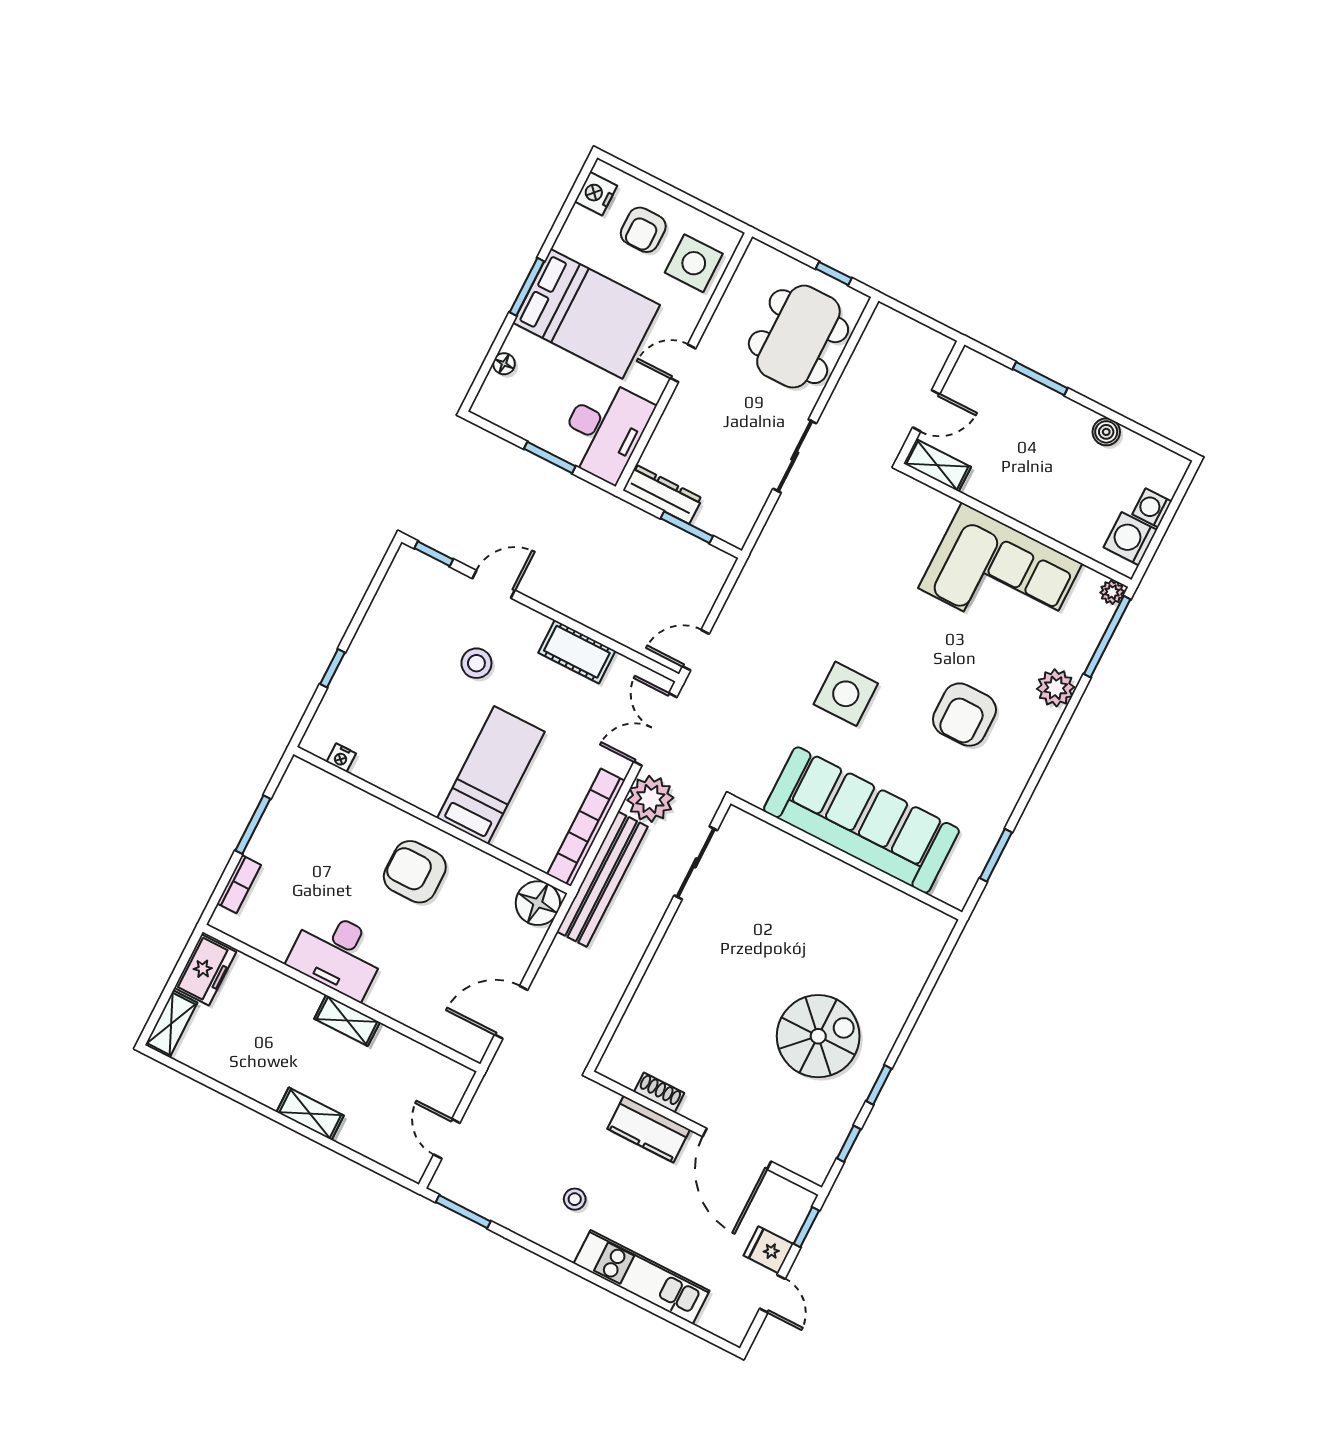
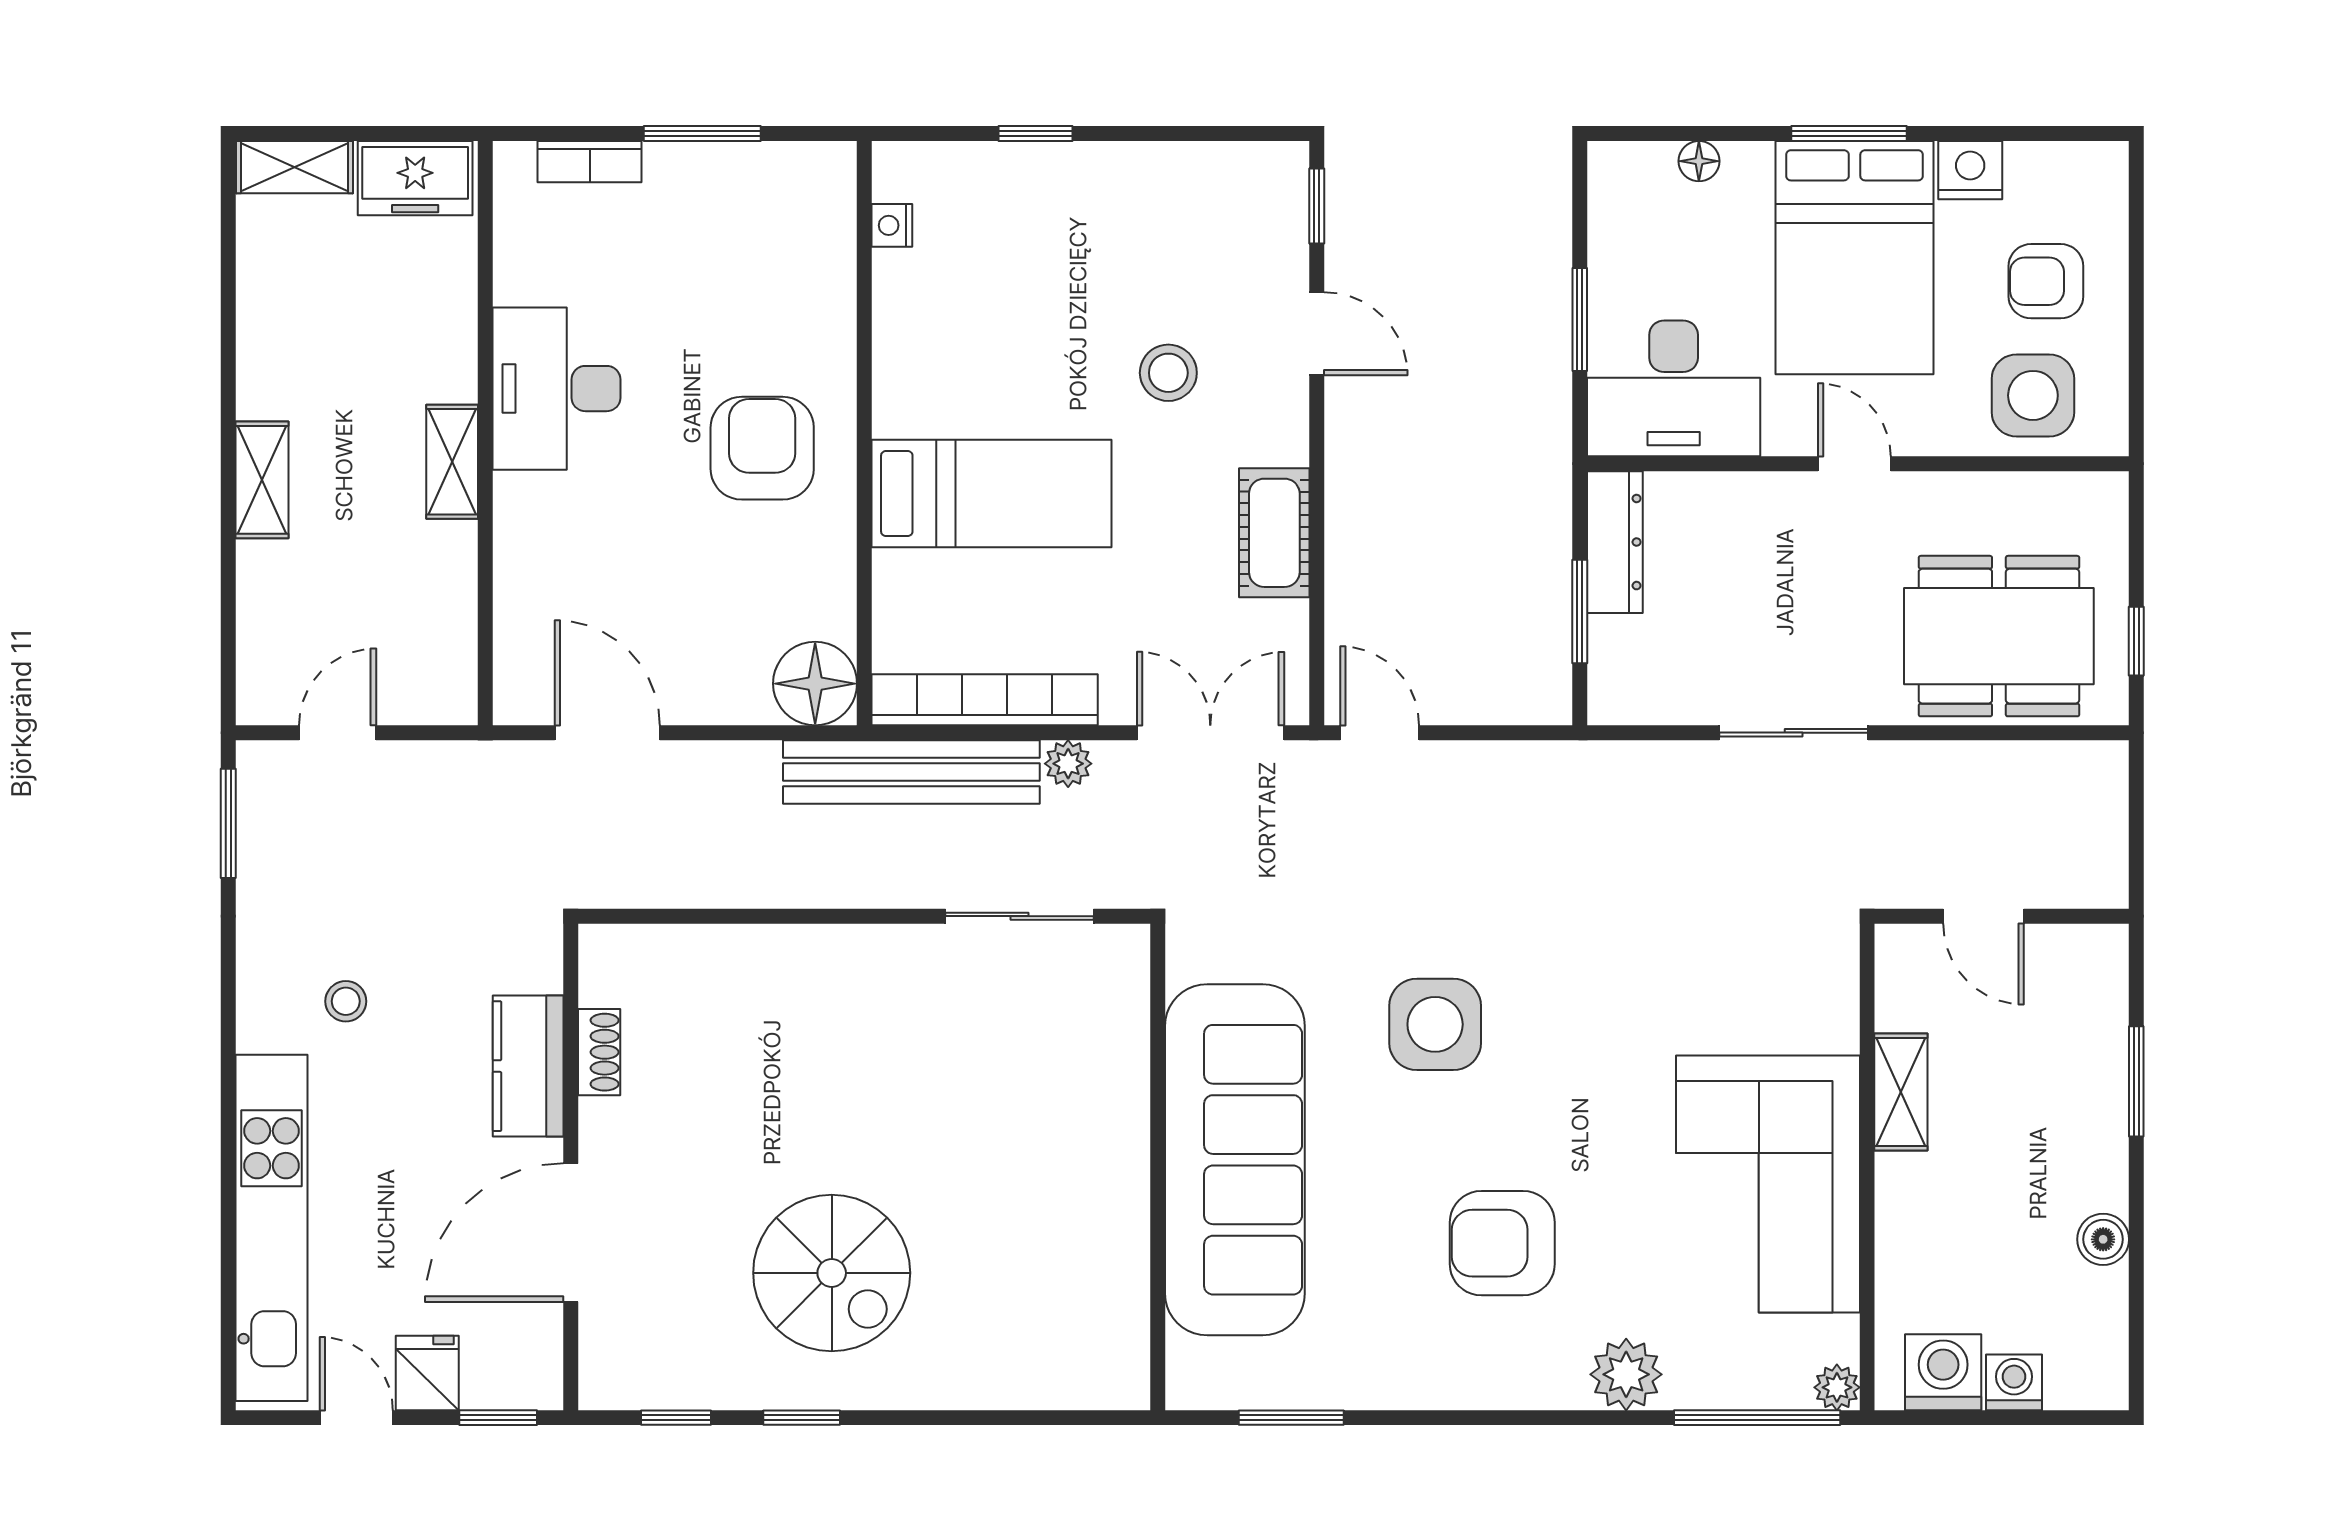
nightstand: (596, 194) -> (1970, 170), moved
shelving: (937, 465) -> (1901, 1092), moved
plant: (650, 799) -> (1068, 764), width x0.53, depth x0.53
kitchen unit: (642, 1277) -> (271, 1228), width x1.36
door: (772, 1294) -> (356, 1418), swing flipped

